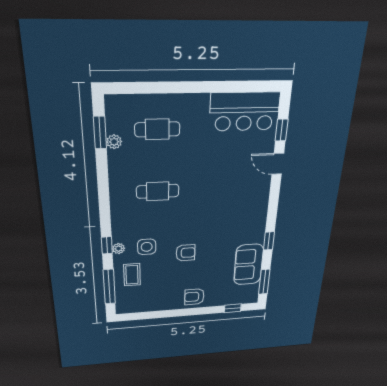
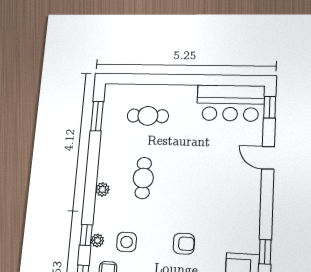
window: (282, 130) -> (270, 107), moved
plant: (114, 142) -> (102, 189), moved
cafe table: (158, 191) -> (143, 178), turned 90
armchair: (185, 253) -> (184, 244), moved

